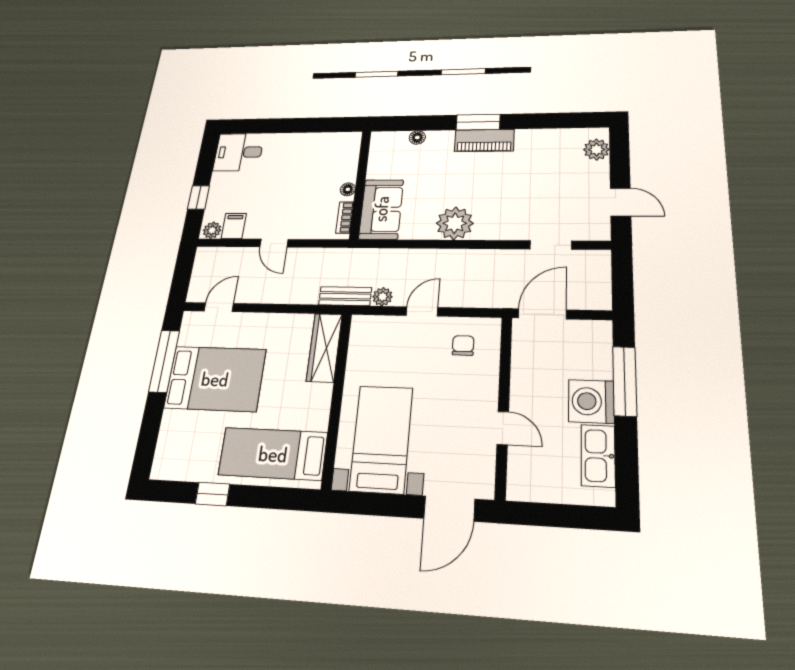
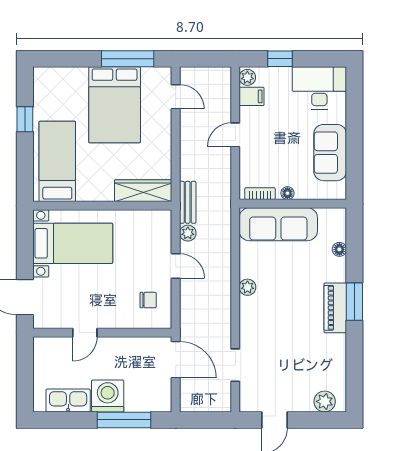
sofa: (309, 148) -> (330, 153), added
desk: (239, 152) -> (319, 88), width x1.37
sofa: (381, 209) -> (278, 224), width x1.36
plant: (455, 223) -> (247, 287), width x0.53, depth x0.53

